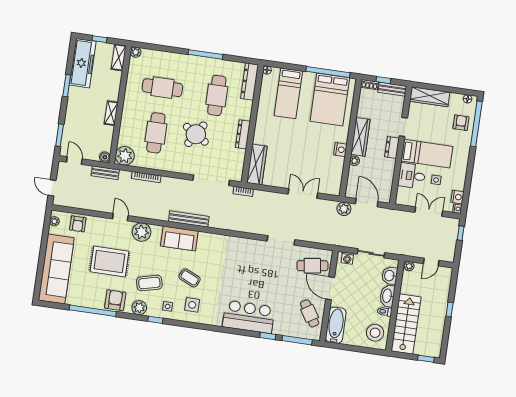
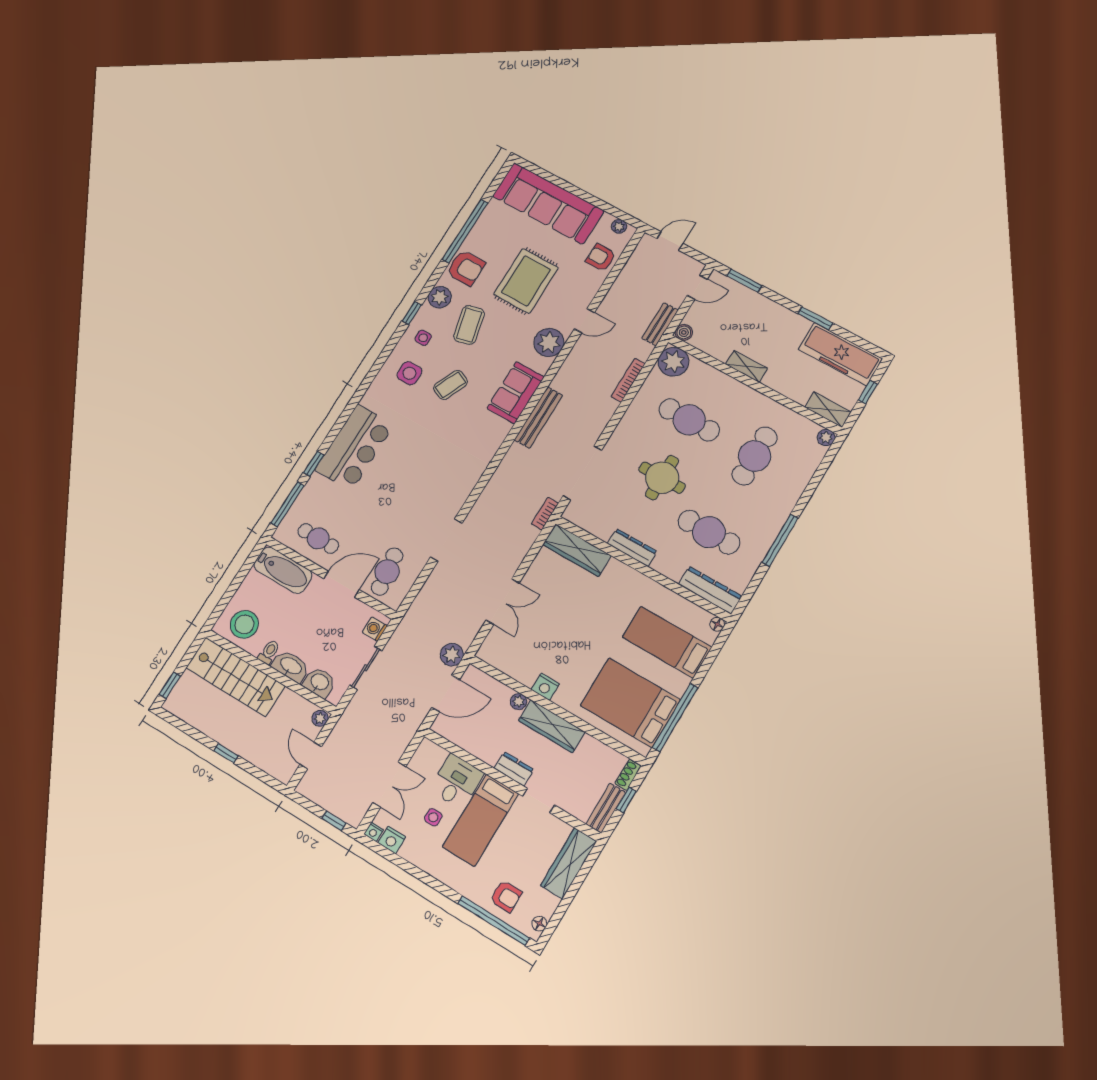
round table: (196, 134) -> (662, 478), turned -32
cafe table: (310, 313) -> (318, 538), turned 32

